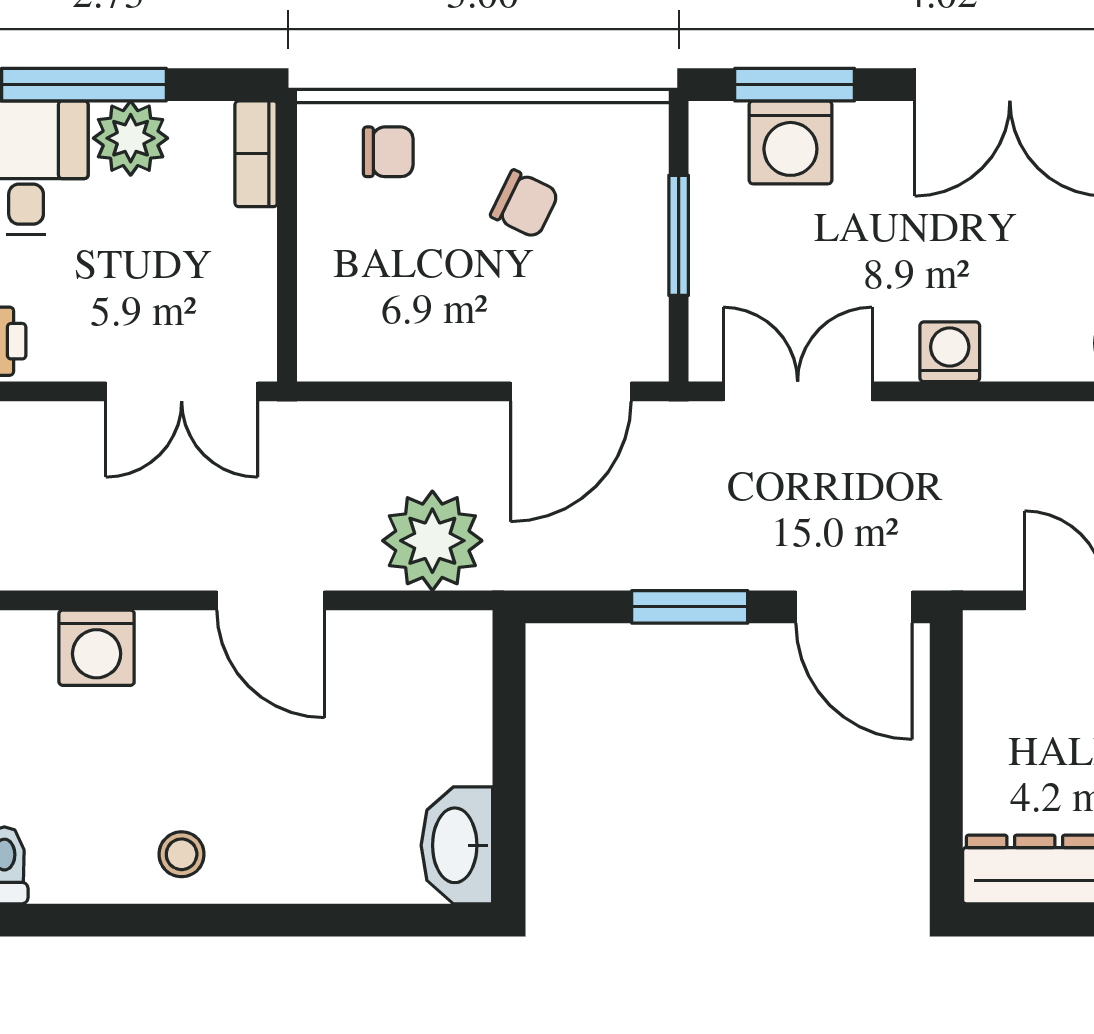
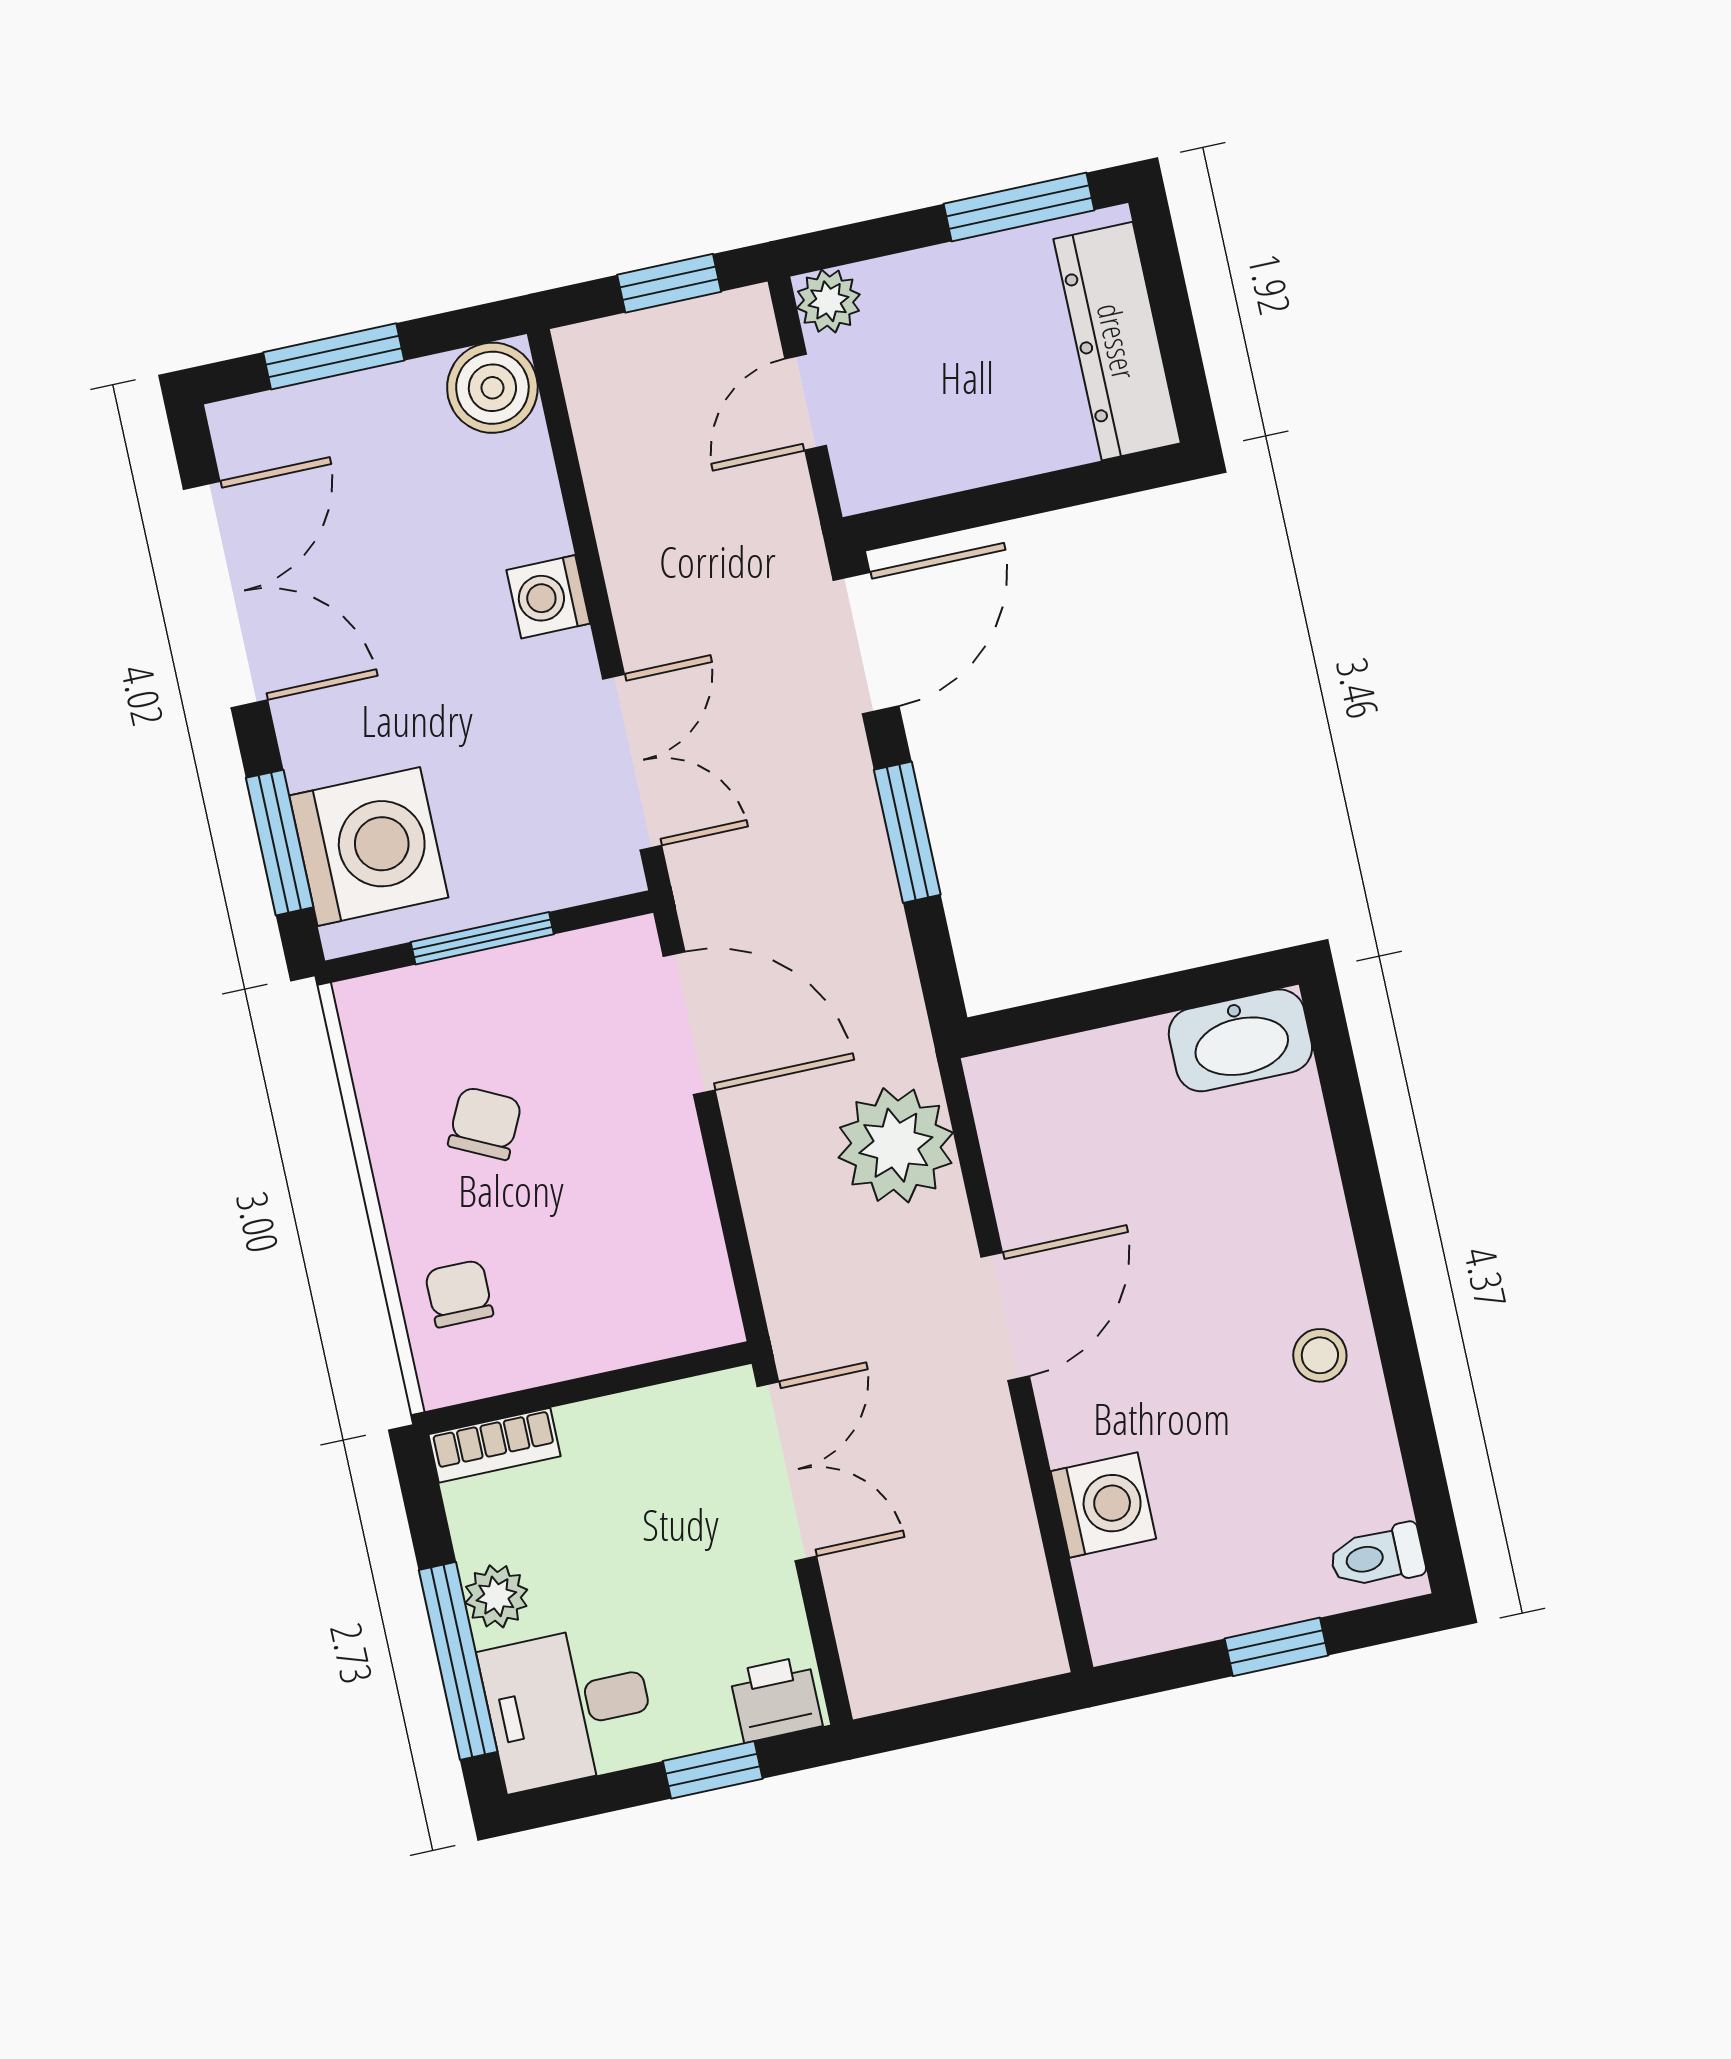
plant: (131, 138) -> (496, 1596), width x0.73, depth x0.73
washing machine: (790, 142) -> (369, 847), width x1.37, depth x1.37
double door: (798, 391) -> (632, 762), swing flipped

